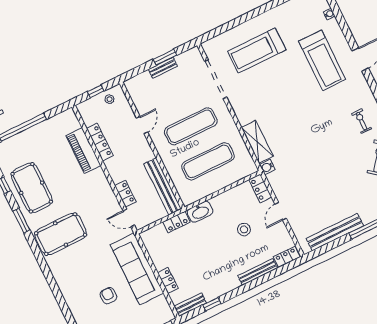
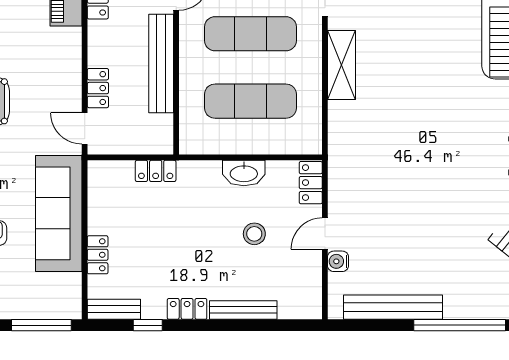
shelving: (257, 142) -> (341, 65), moved
water cooler: (267, 167) -> (338, 261), moved
bench: (163, 186) -> (161, 64), moved
washbasin: (200, 212) -> (244, 173), moved
locker: (287, 257) -> (187, 309), moved

